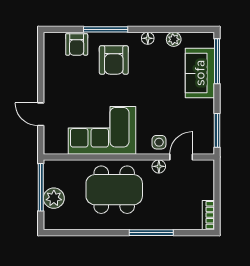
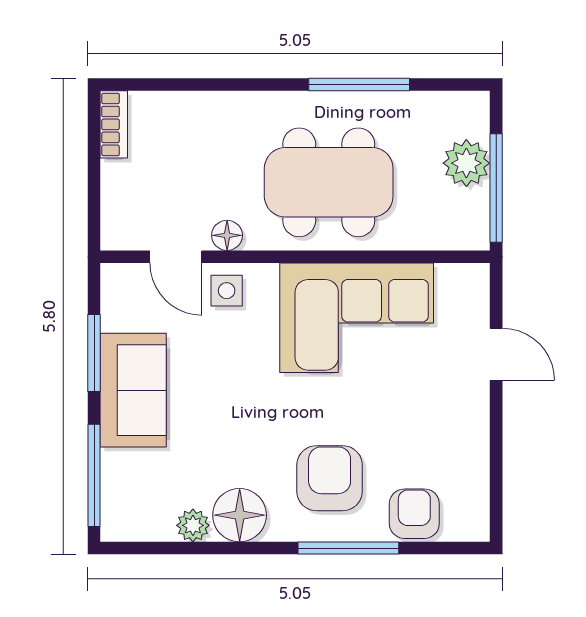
floor lamp: (148, 38) -> (240, 515), width x1.89, depth x1.89
sofa: (200, 73) -> (133, 390), moved
window: (217, 130) -> (94, 353), moved
door: (181, 157) -> (176, 257), hinge flipped
window: (151, 233) -> (359, 84), moved

